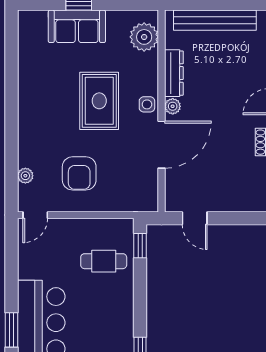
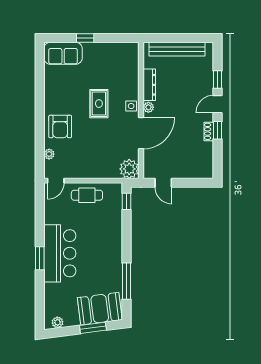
sofa: (77, 26) -> (63, 53), moved
plant: (144, 37) -> (129, 169), moved
rug: (99, 101) -> (99, 104), width x0.73, depth x0.70
armchair: (79, 173) -> (60, 127), moved
cafe table: (104, 261) -> (87, 195), moved

